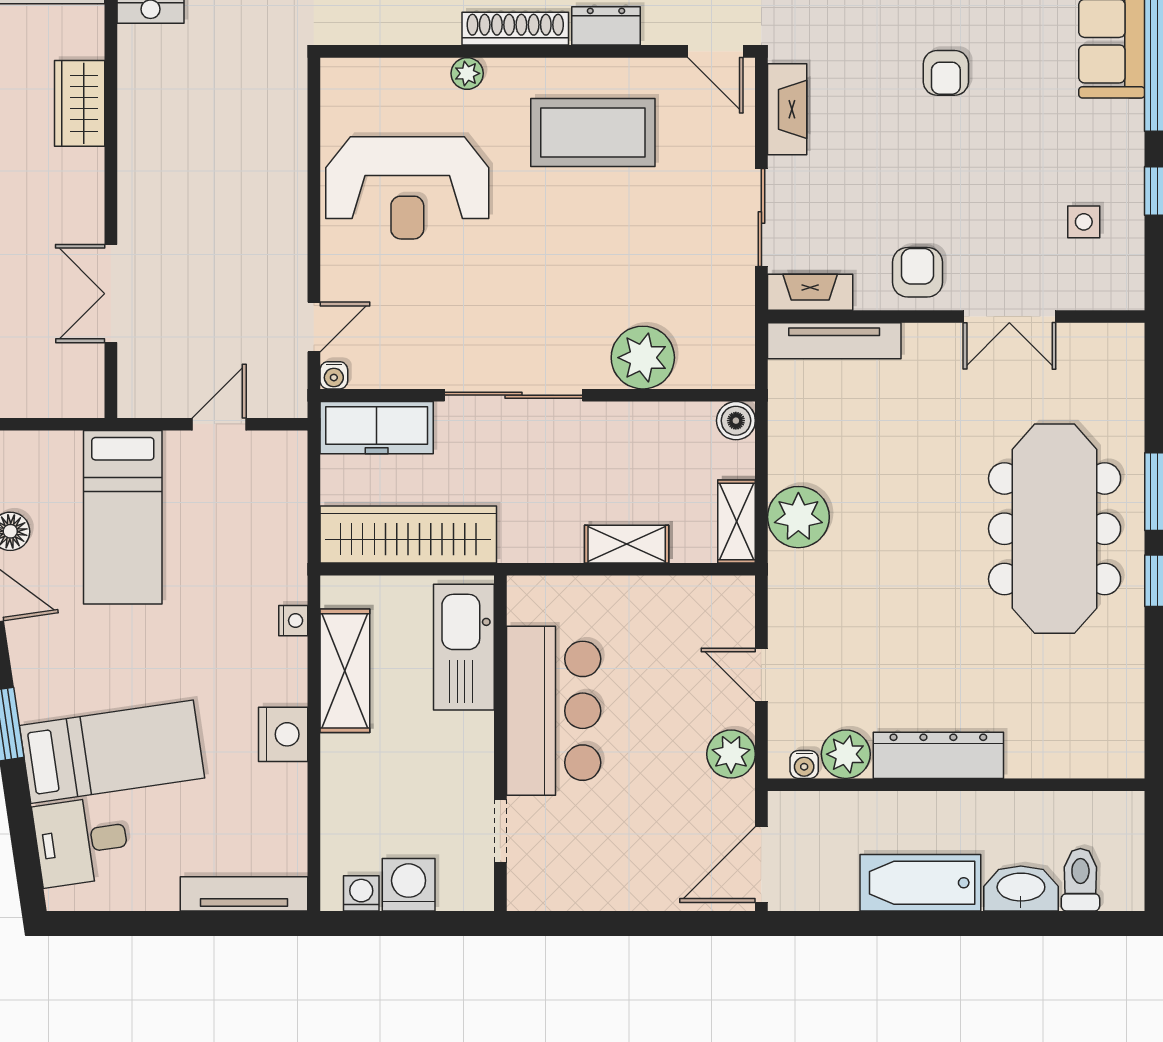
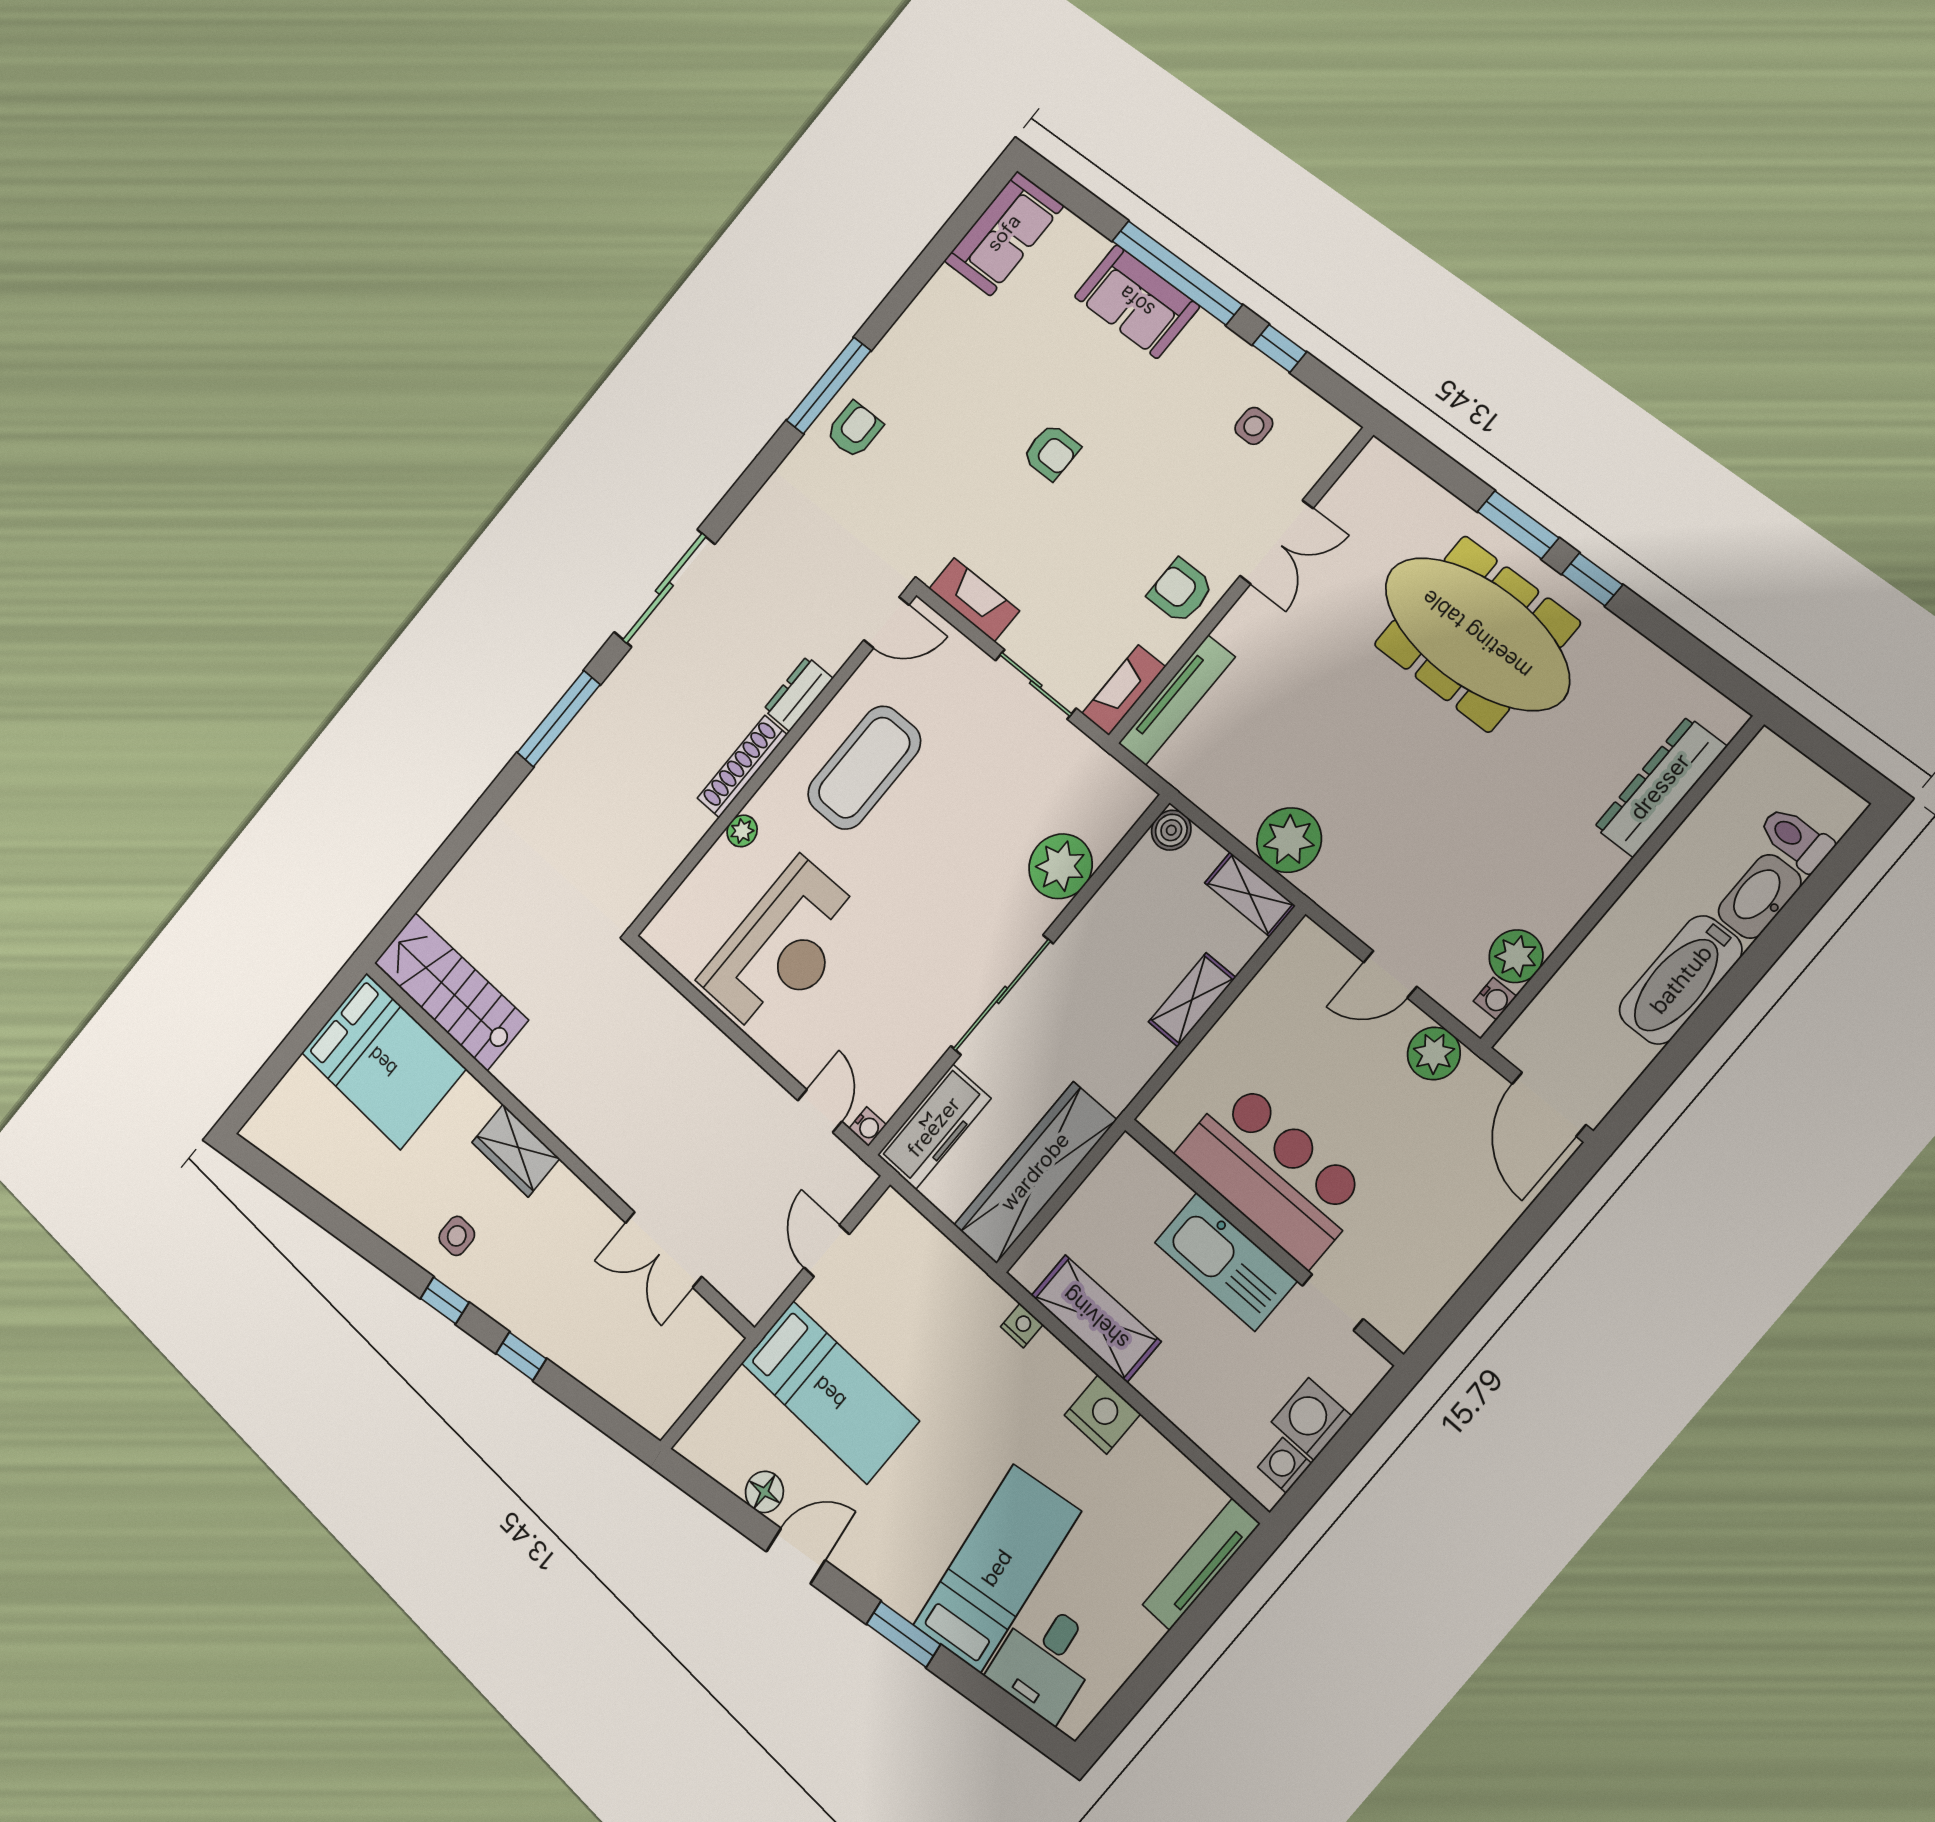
kitchen sink: (464, 647) -> (1226, 1262), moved
dresser: (938, 755) -> (1660, 787), moved

